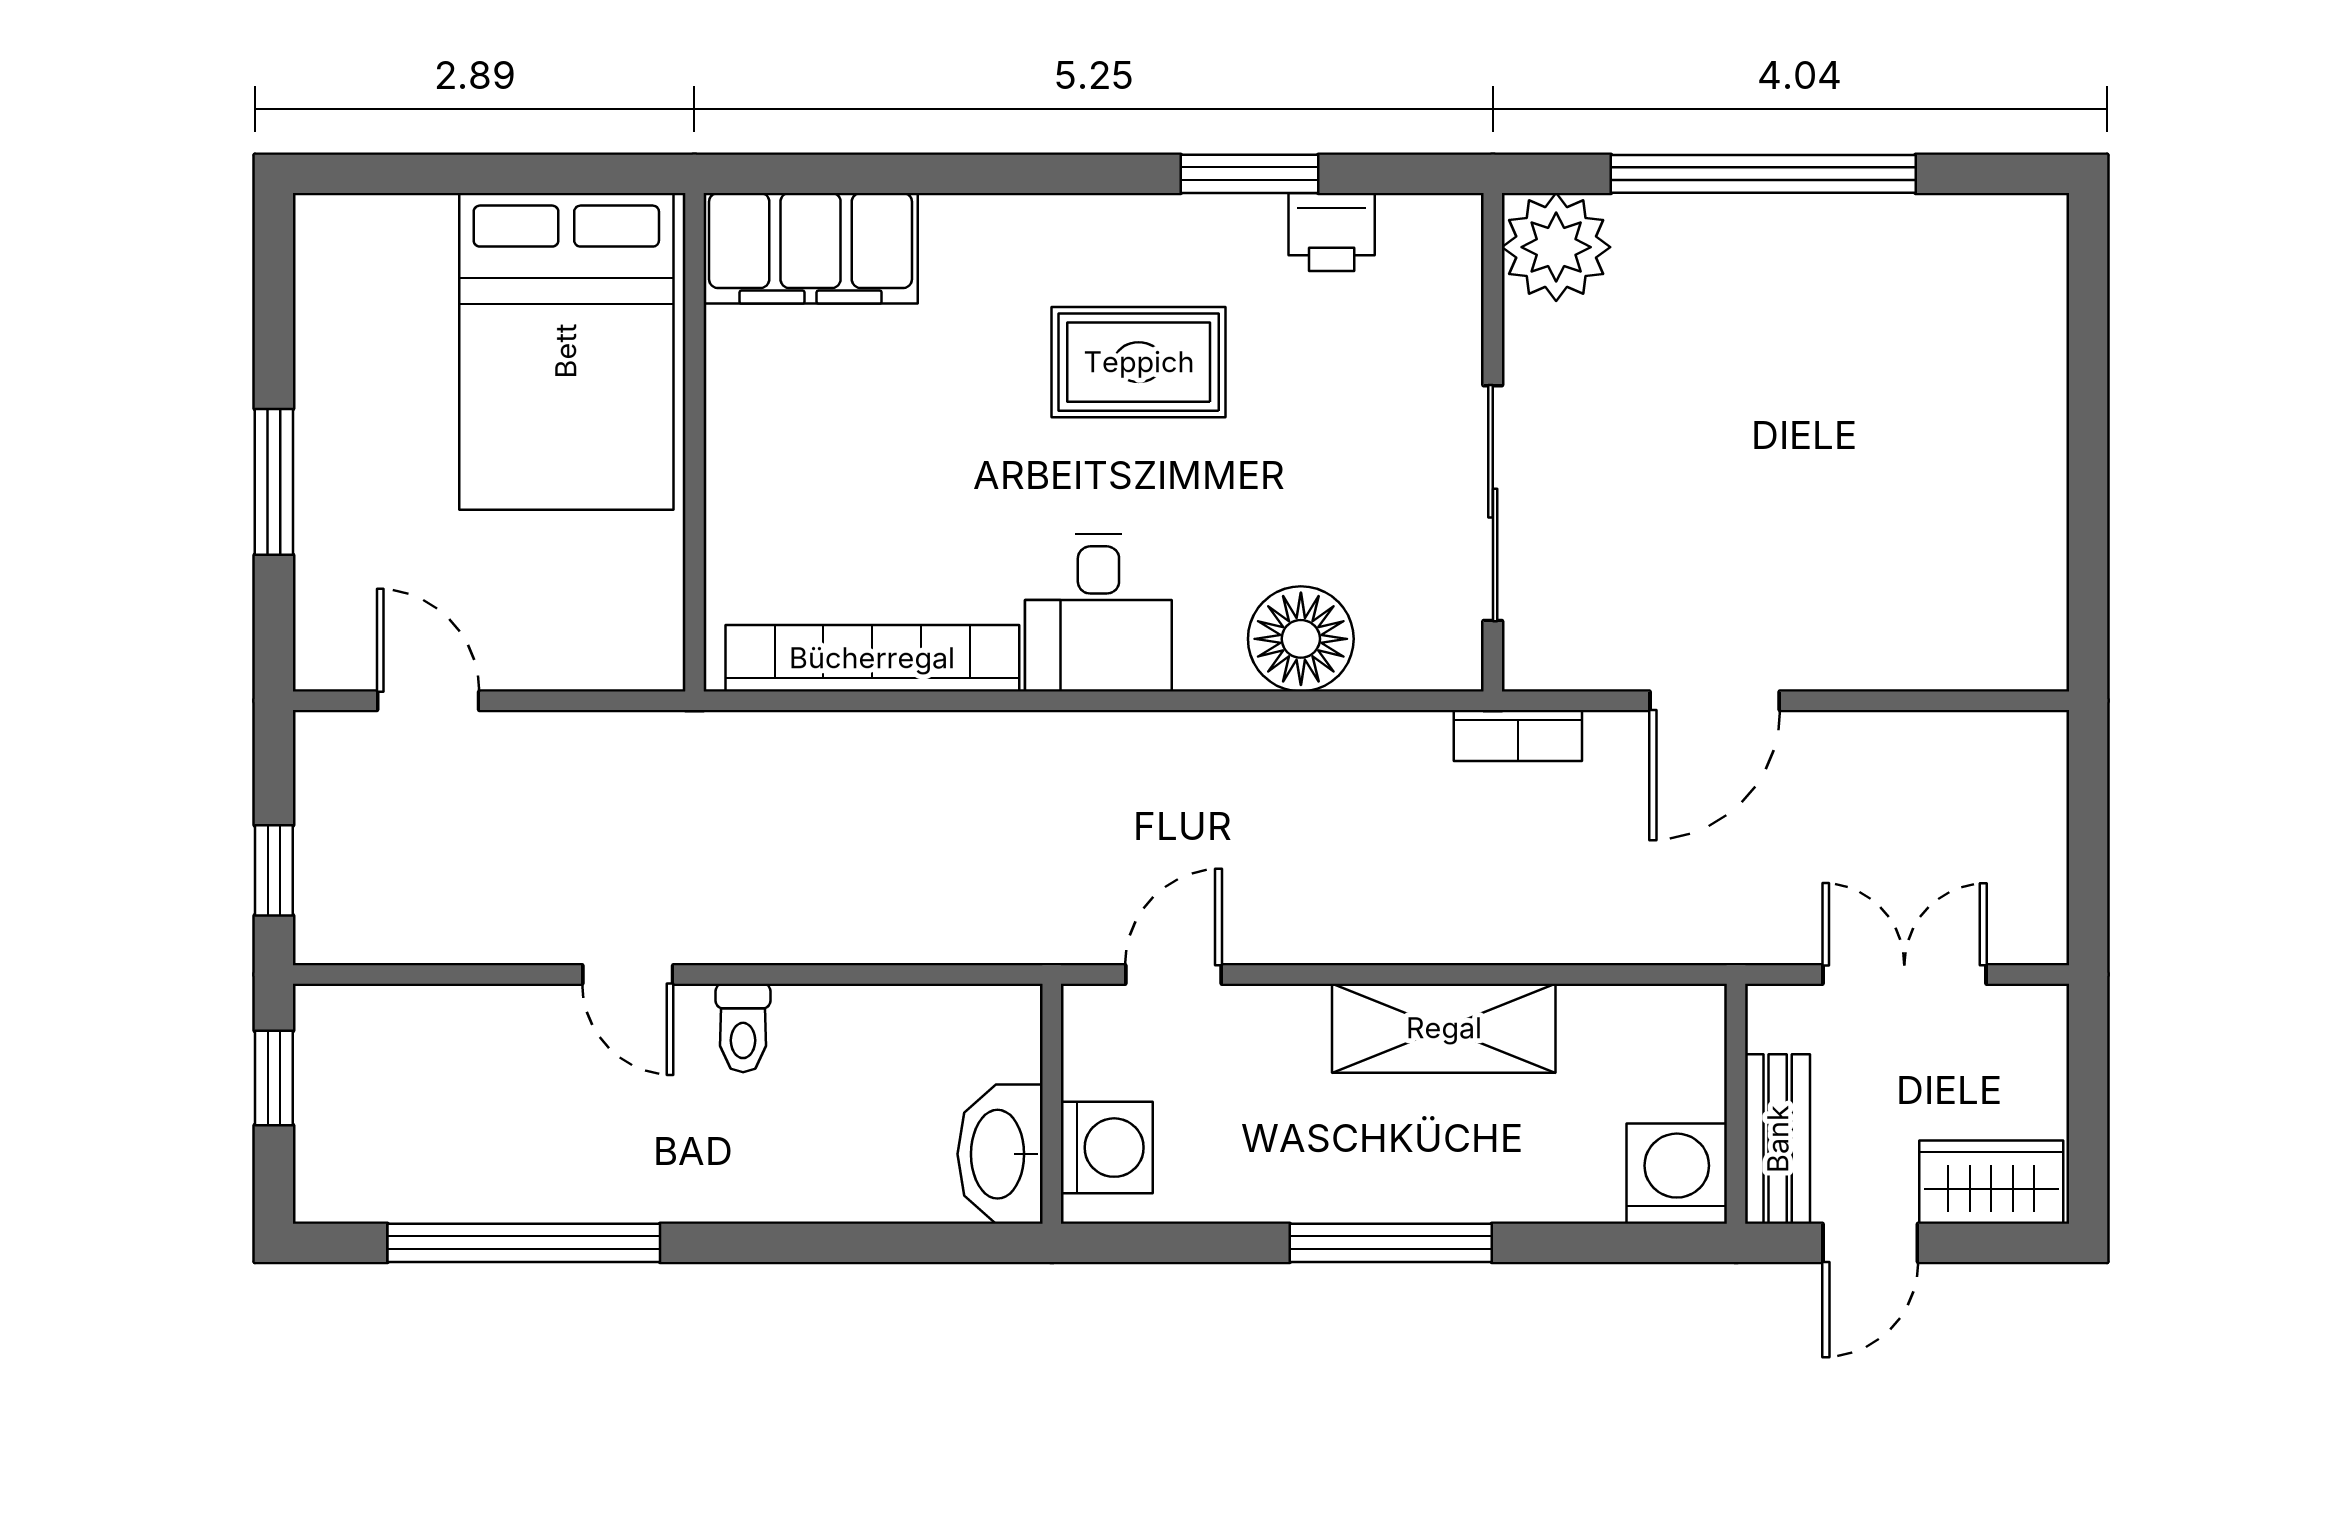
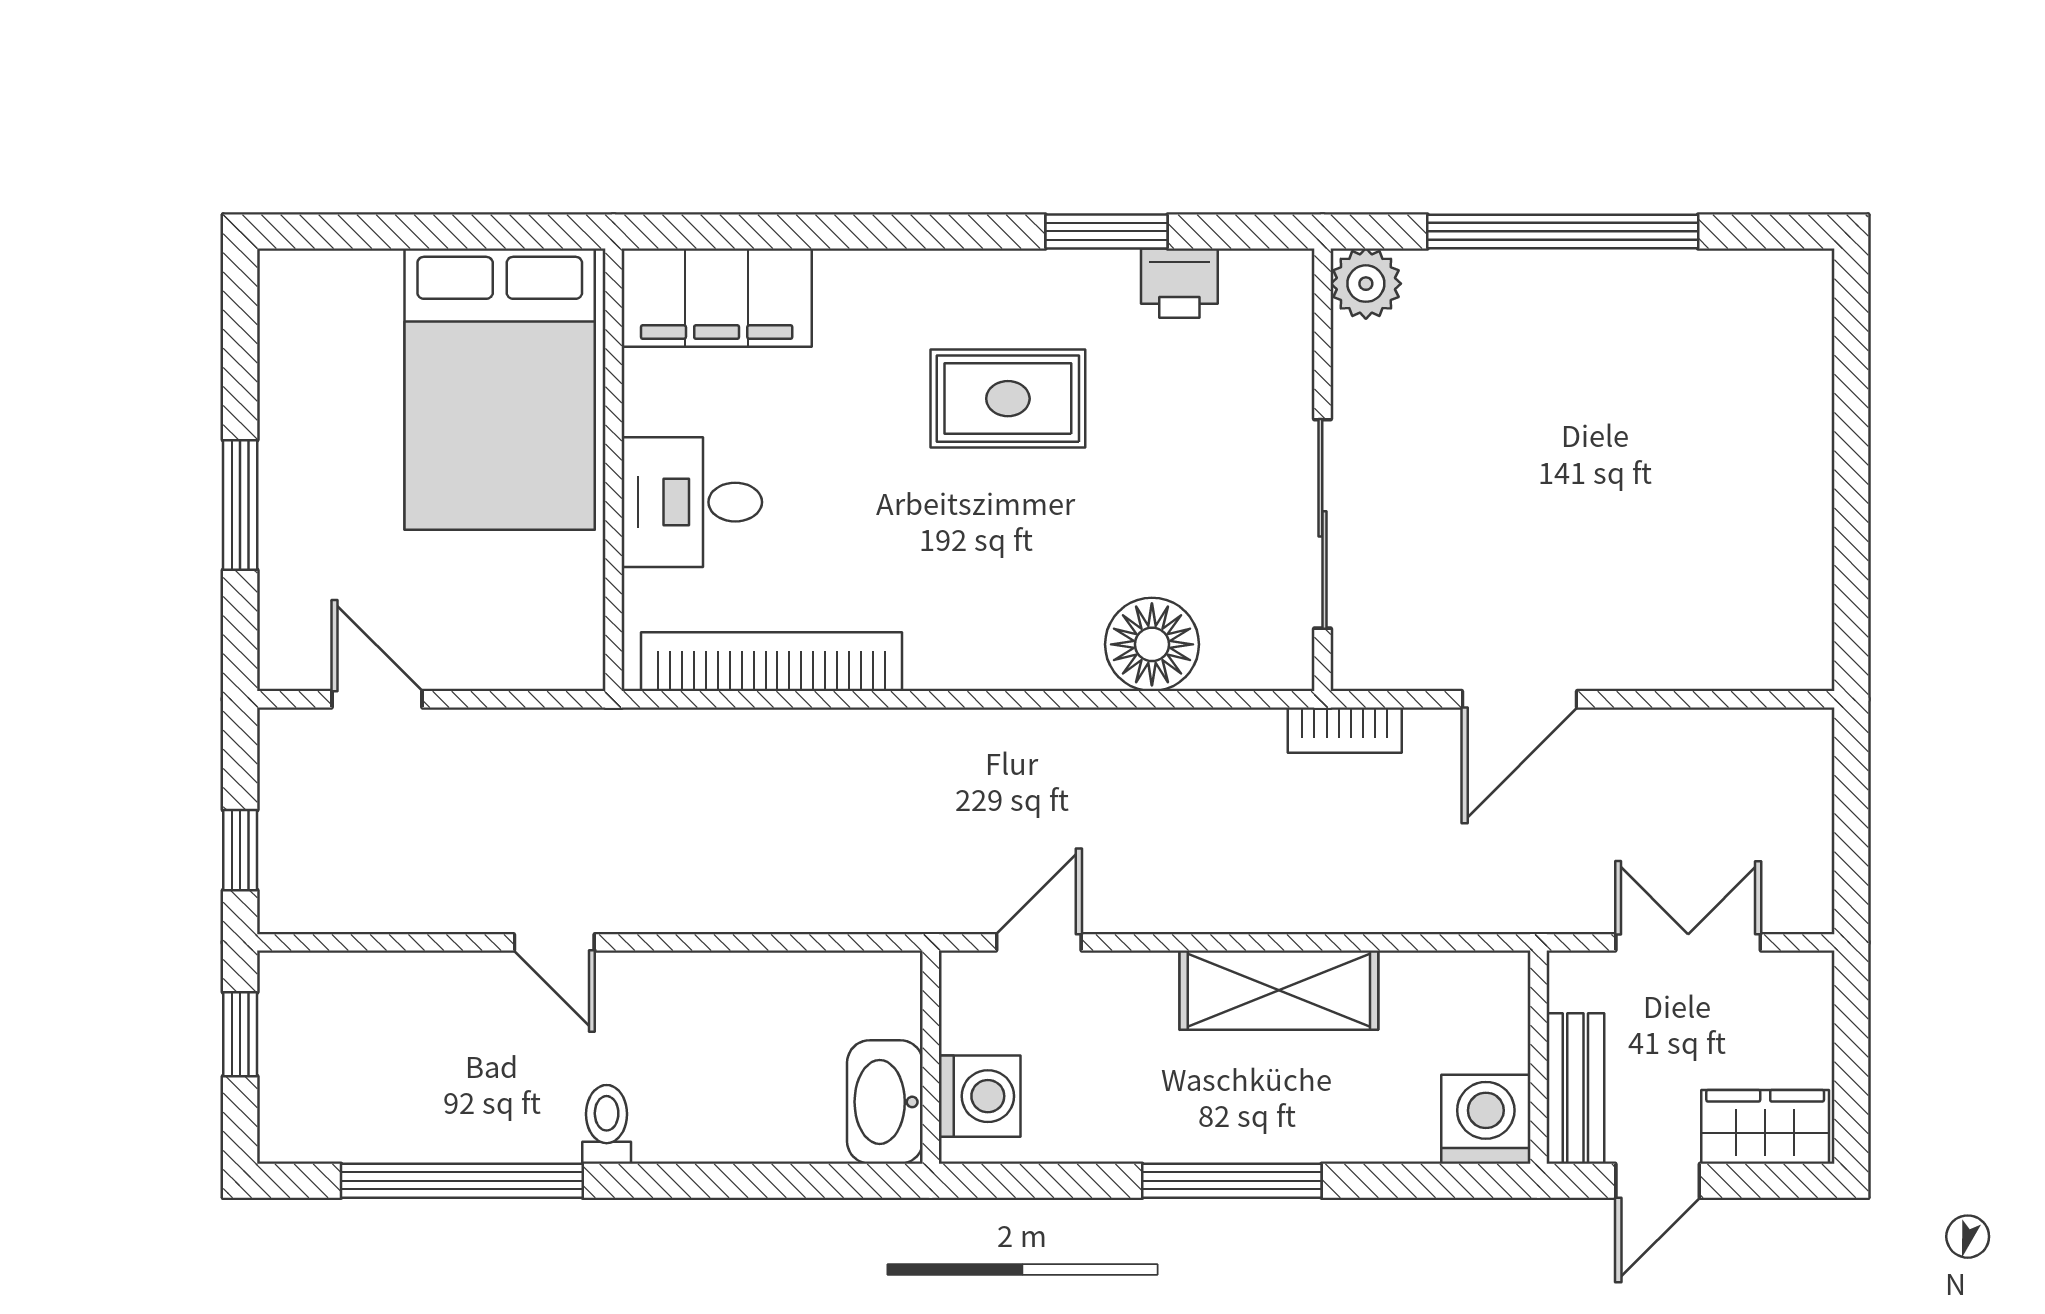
plant: (1556, 247) -> (1366, 284), width x0.73, depth x0.73
desk: (1098, 613) -> (692, 502), moved, turned 90
toilet: (743, 1028) -> (607, 1124), moved, turned 180

